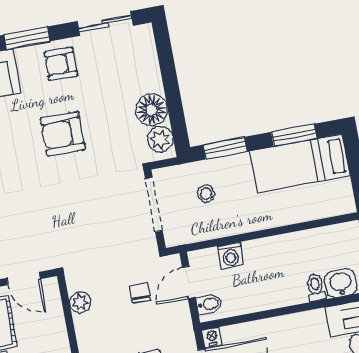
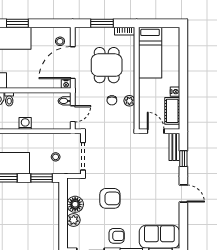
armchair: (63, 134) -> (110, 198), moved
plant: (160, 139) -> (74, 220), moved
washing machine: (230, 255) -> (25, 123), moved
chair: (140, 293) -> (112, 100), moved
plant: (80, 302) -> (129, 101), moved

